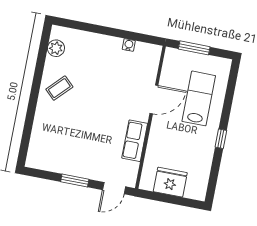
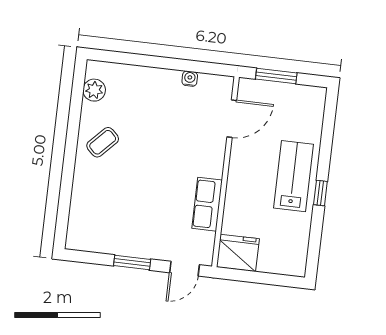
lab bench: (199, 98) -> (293, 176), moved
door: (154, 99) -> (232, 119), moved
fridge: (170, 182) -> (238, 253), moved

